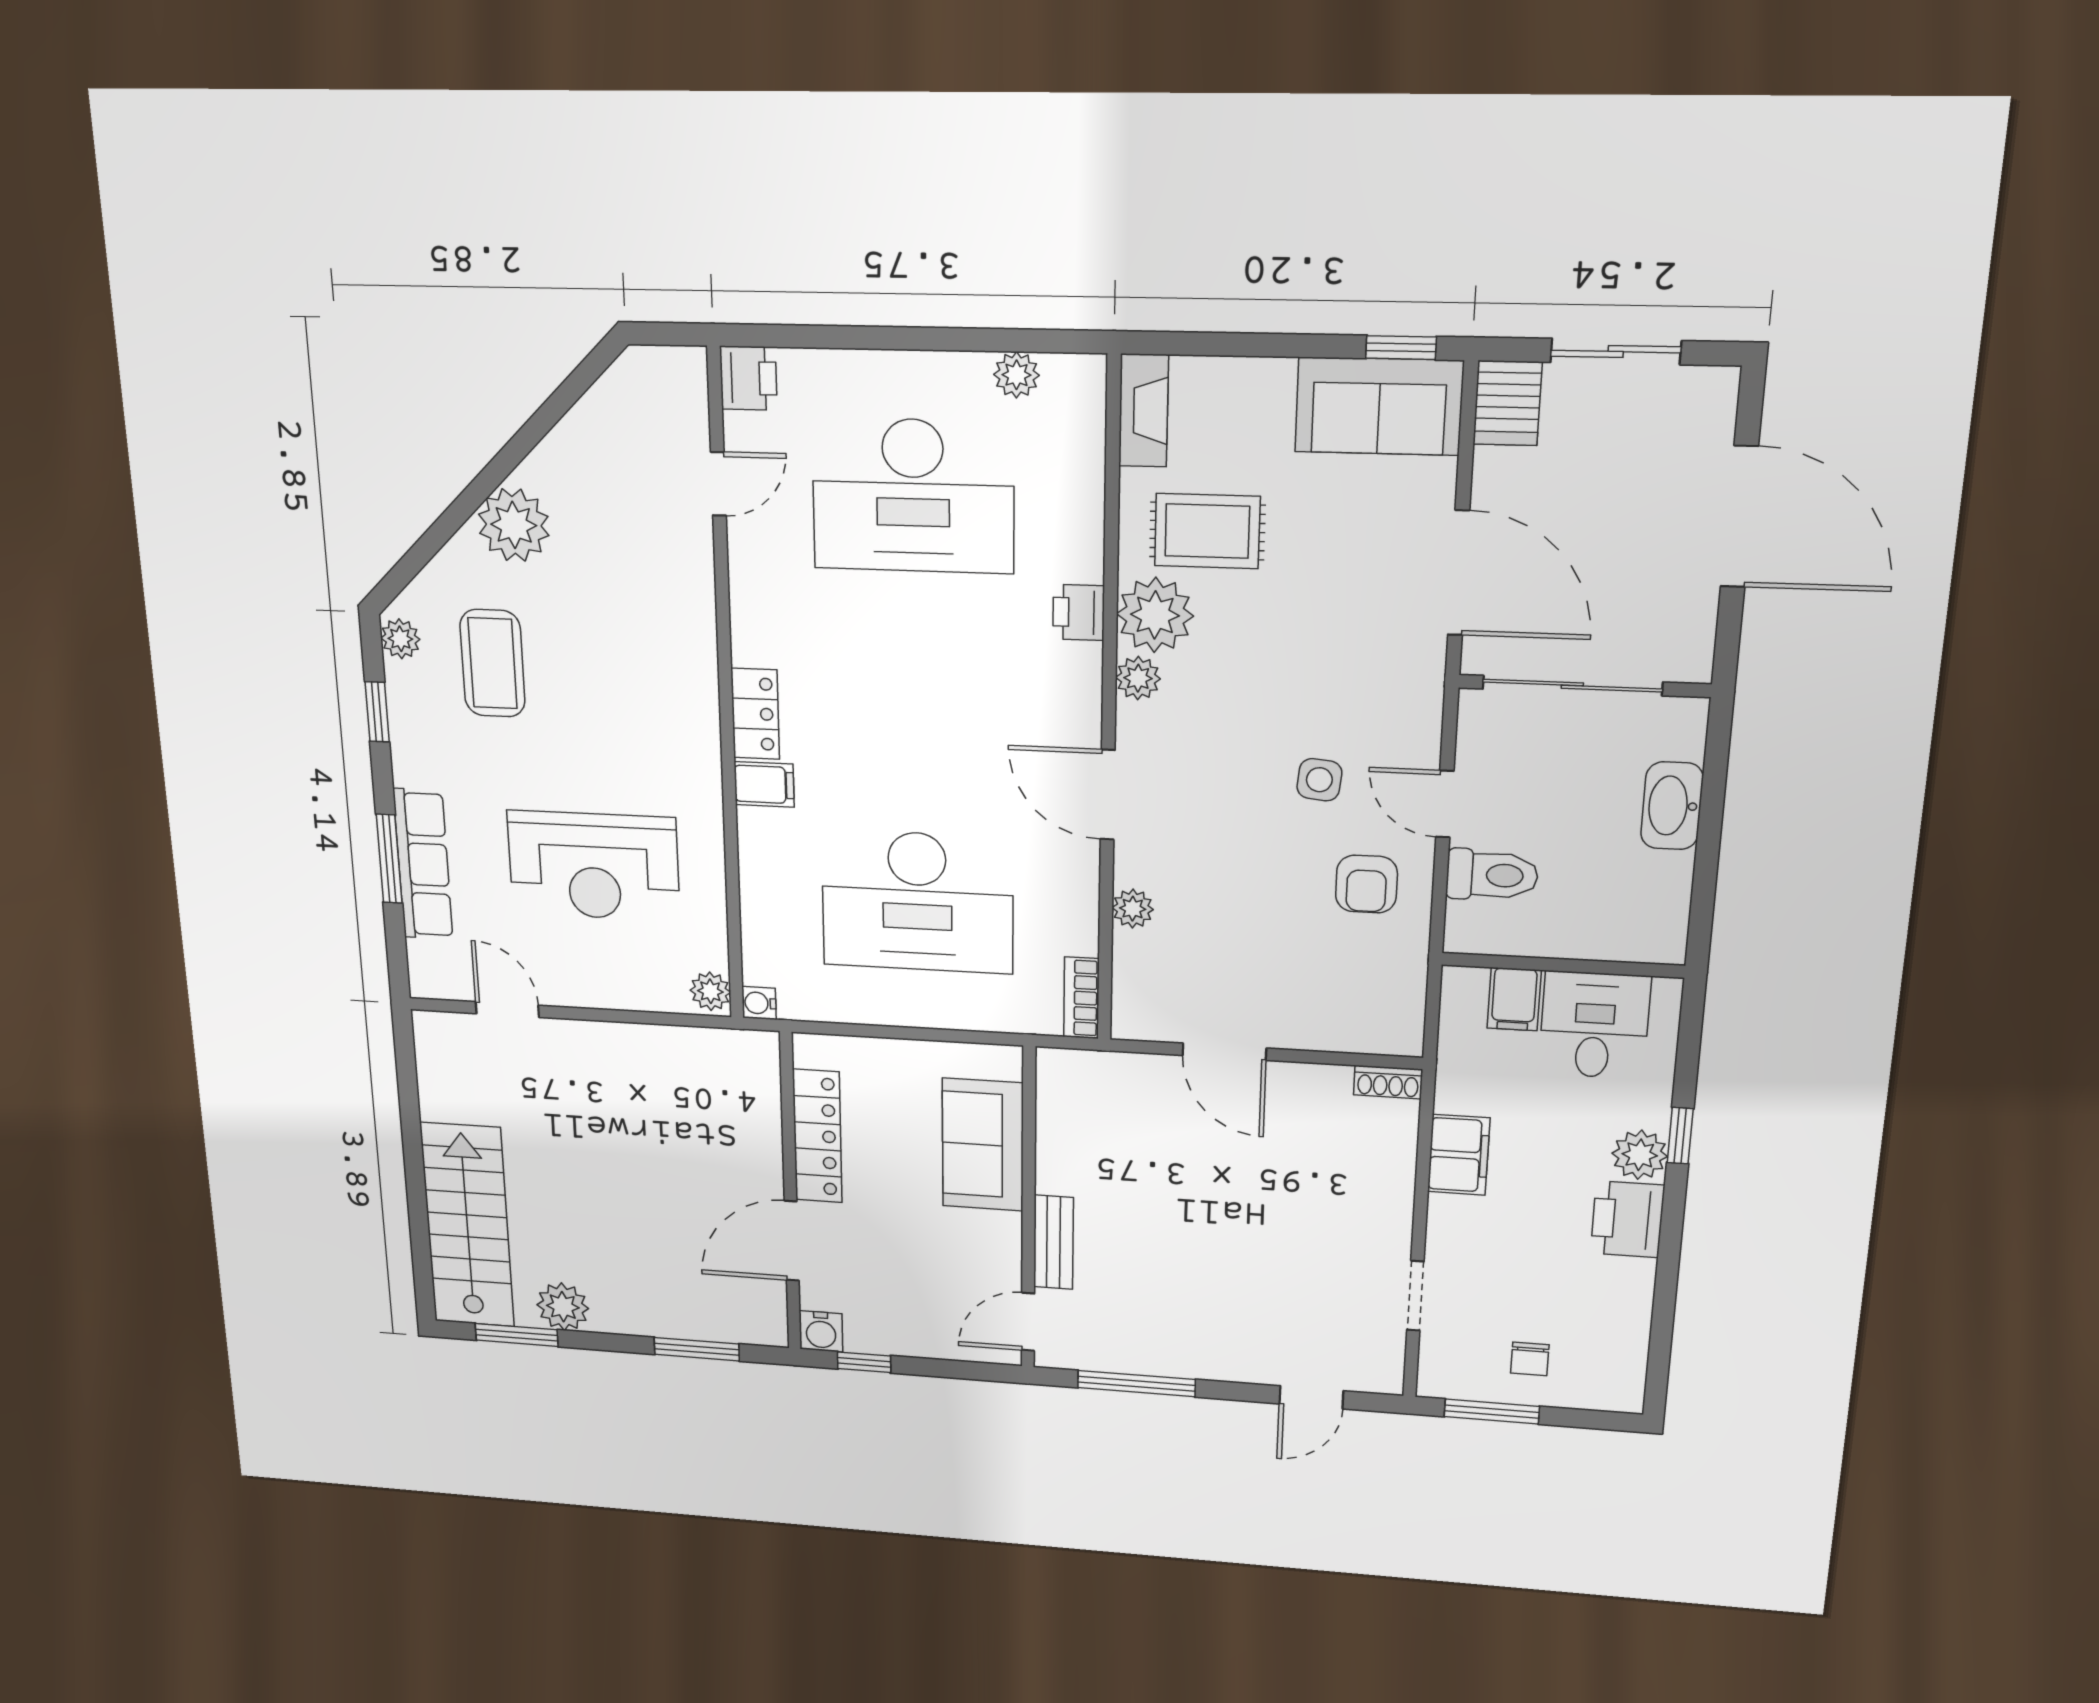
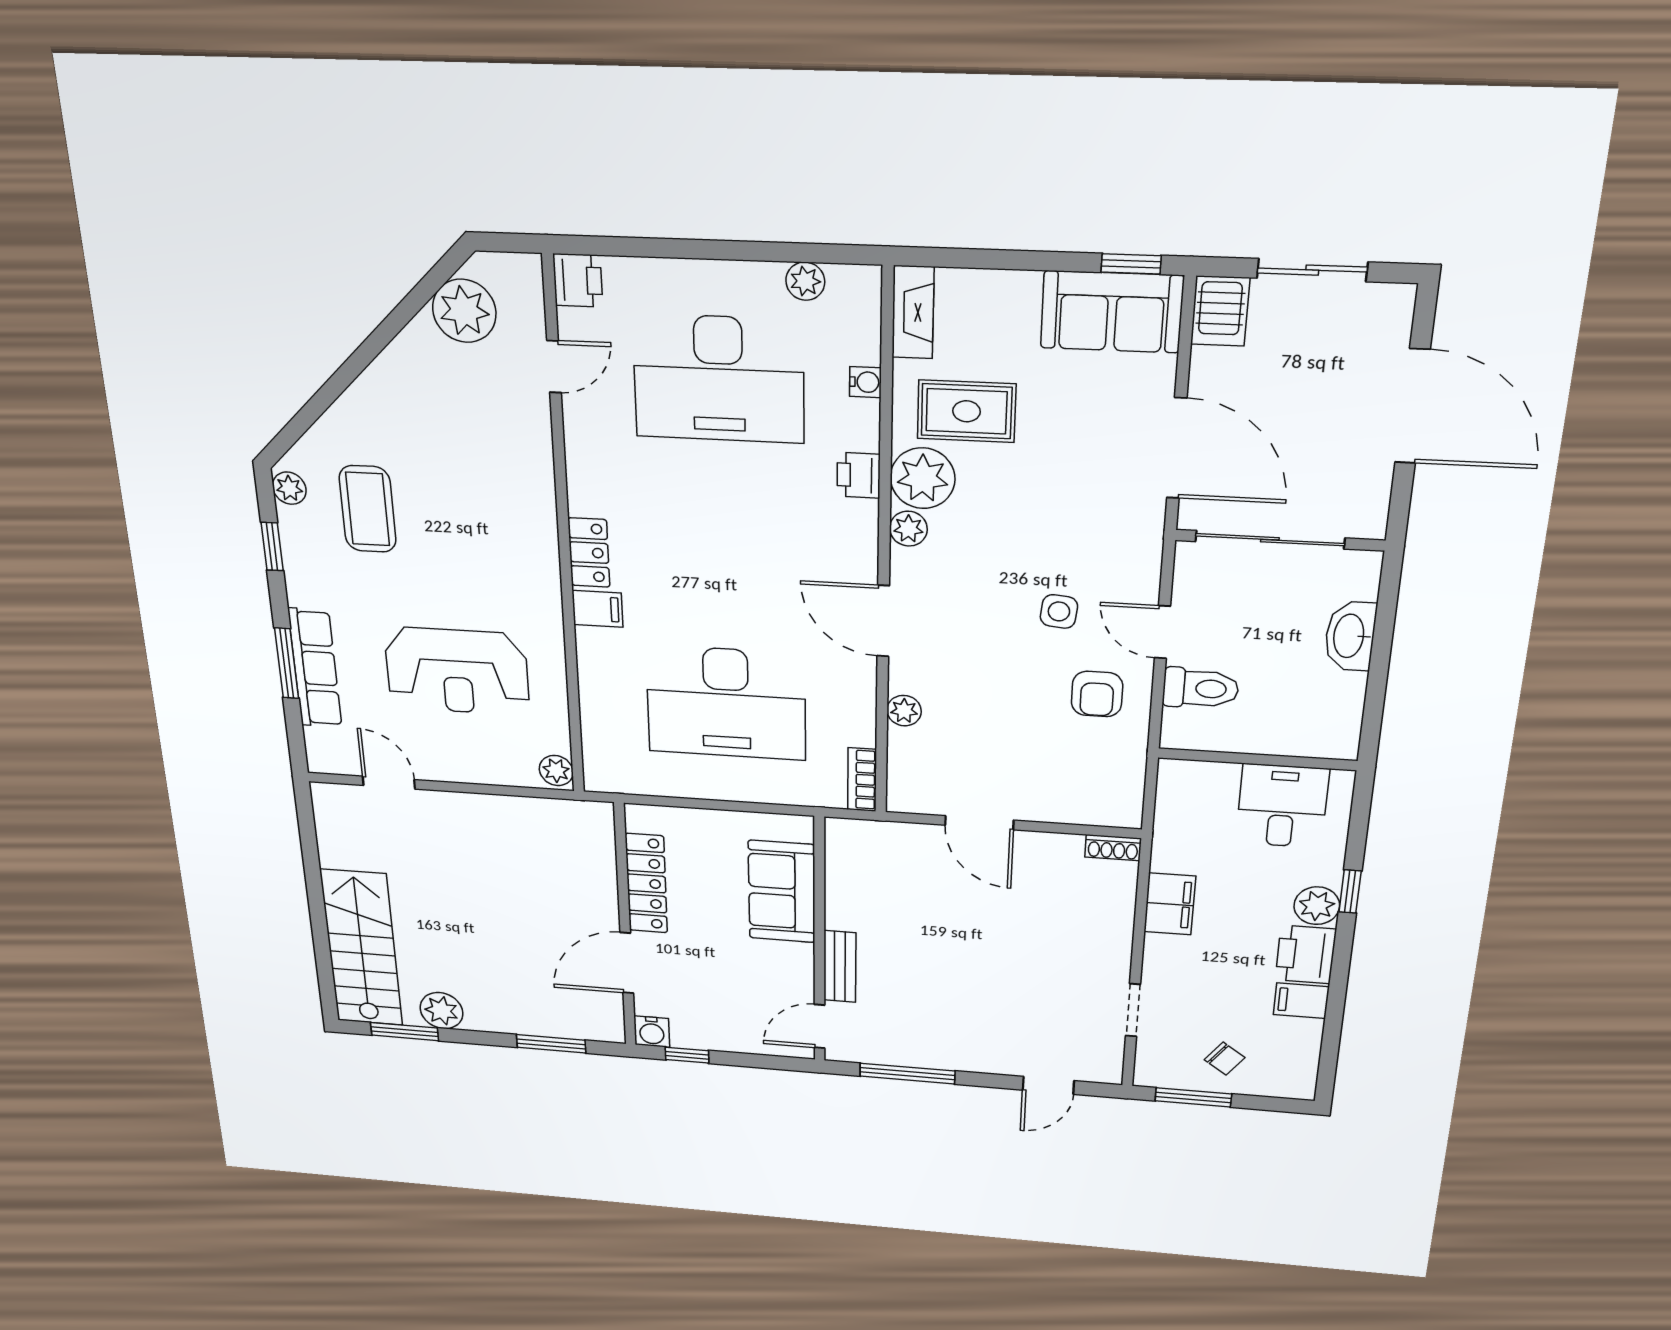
plant: (514, 525) -> (464, 311), moved
filing cabinet: (1514, 999) -> (1301, 1001), moved, turned 90
water cooler: (759, 1003) -> (865, 382), moved, turned 180
chair: (1530, 1359) -> (1225, 1059), turned -54

